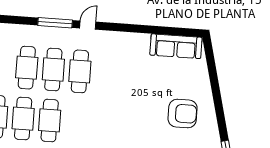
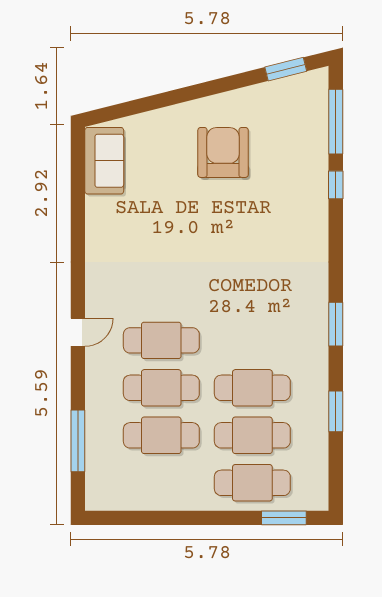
window: (55, 23) -> (78, 441), moved
door: (88, 25) -> (78, 332), swing flipped
sofa: (176, 46) -> (104, 161), width x0.73

